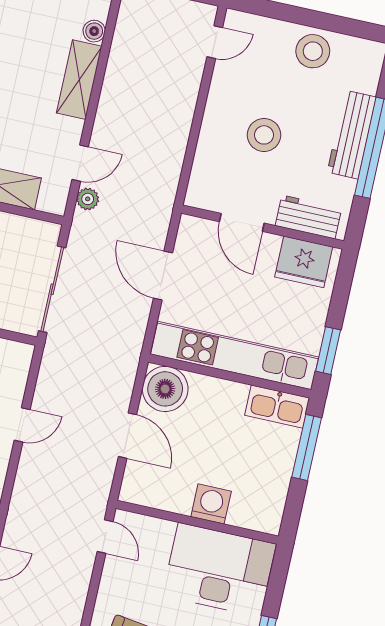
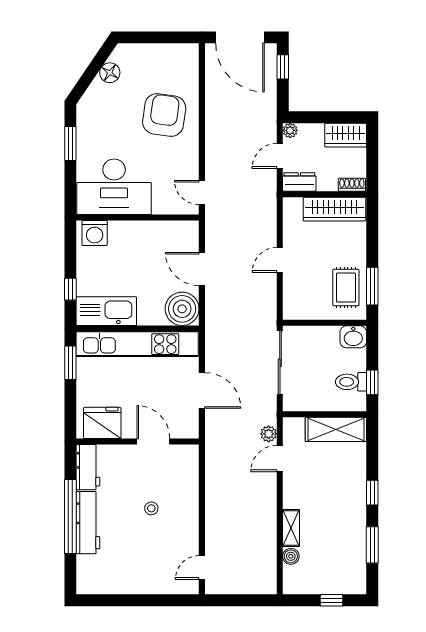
stool: (313, 51) -> (129, 577), removed
shelving: (79, 80) -> (291, 528), width x0.67, depth x0.75
stool: (264, 135) -> (151, 508), width x0.53, depth x0.53
workbench: (309, 217) -> (88, 467), moved, turned -90
kitchen sink: (277, 407) -> (106, 311), width x1.36, depth x1.24
window: (307, 448) -> (70, 289), width x0.46
washing machine: (211, 504) -> (95, 233), moved

